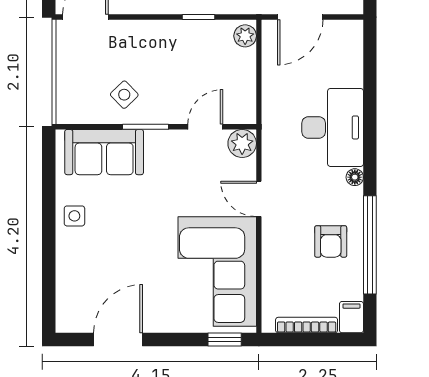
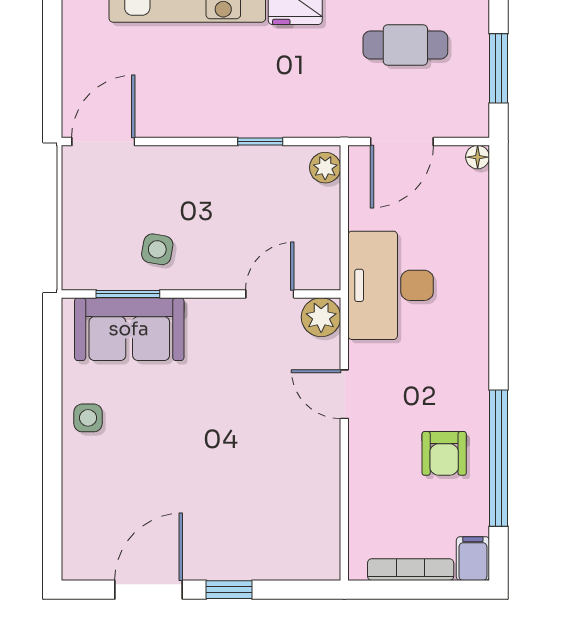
side table: (124, 95) -> (157, 249), turned -36
window: (146, 127) -> (128, 294), moved
desk: (333, 127) -> (391, 285), moved, turned 180
floor lamp: (355, 177) -> (478, 157), moved
corner sofa: (217, 272) -> (286, 495), removed
window: (225, 340) -> (229, 590), moved

